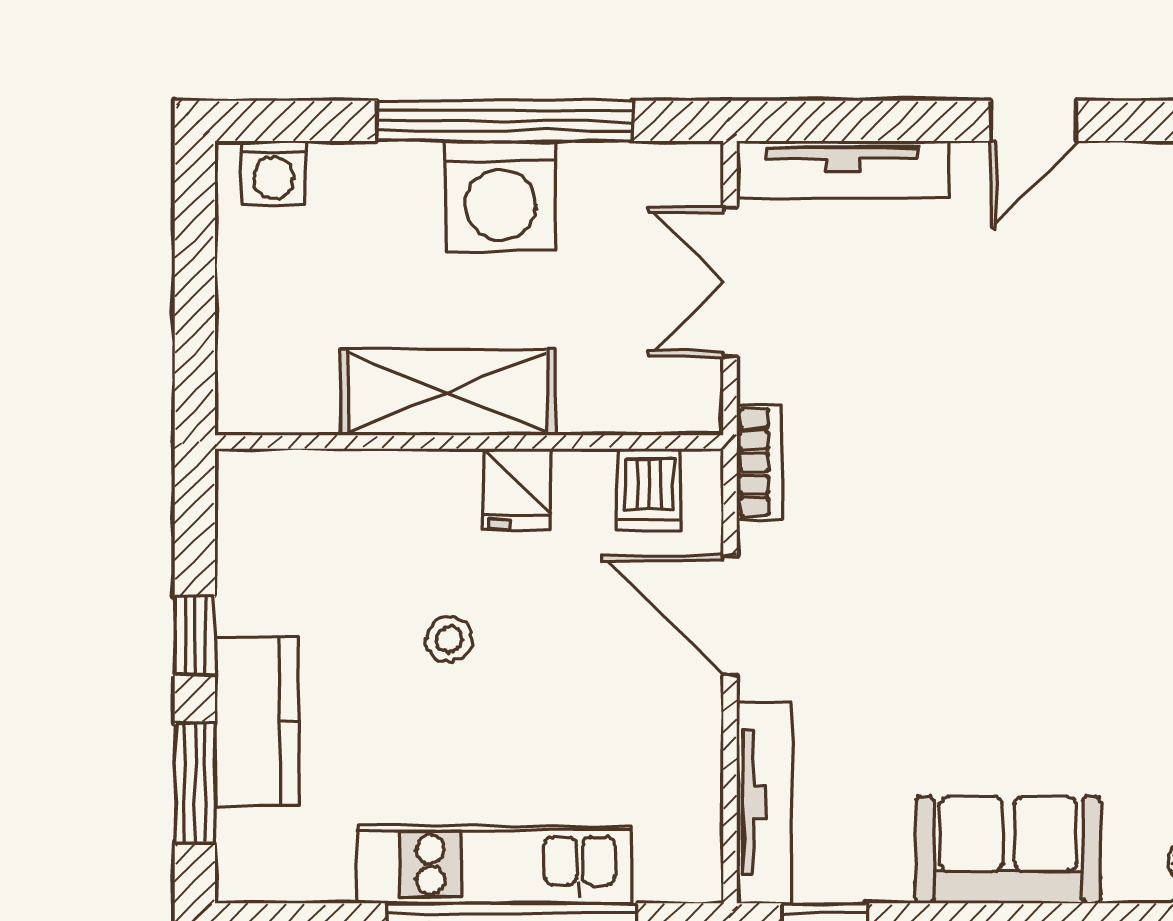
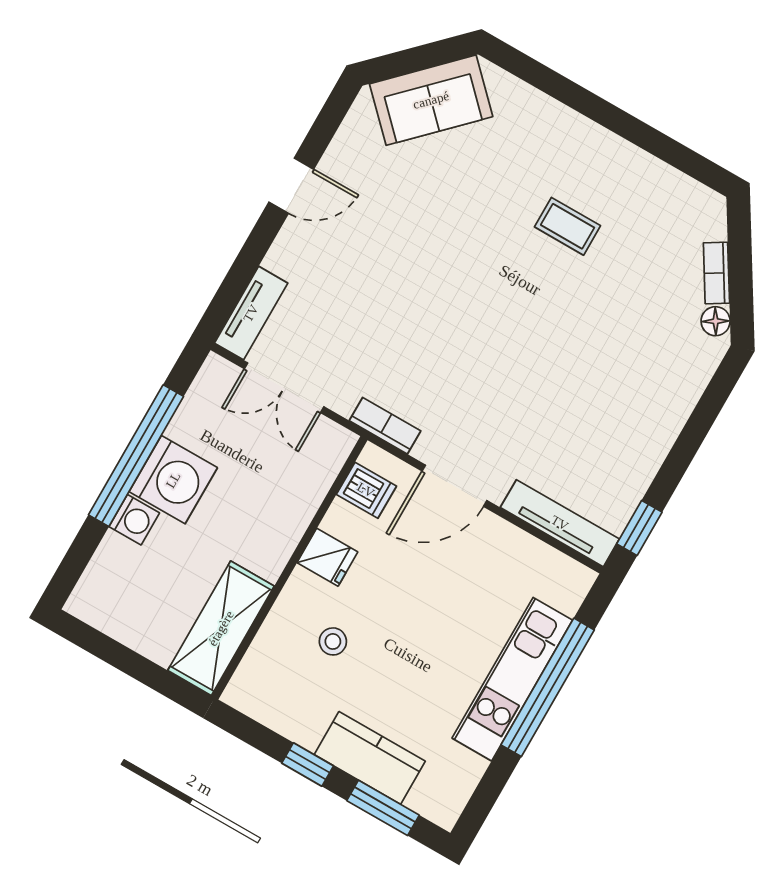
door: (1034, 121) -> (291, 186), hinge flipped
tv unit: (843, 170) -> (251, 313), width x0.71
washing machine: (273, 173) -> (134, 520), moved
shelving: (448, 392) -> (221, 628), moved
stool: (449, 639) -> (333, 641), moved
sofa: (1008, 850) -> (656, 413), removed

